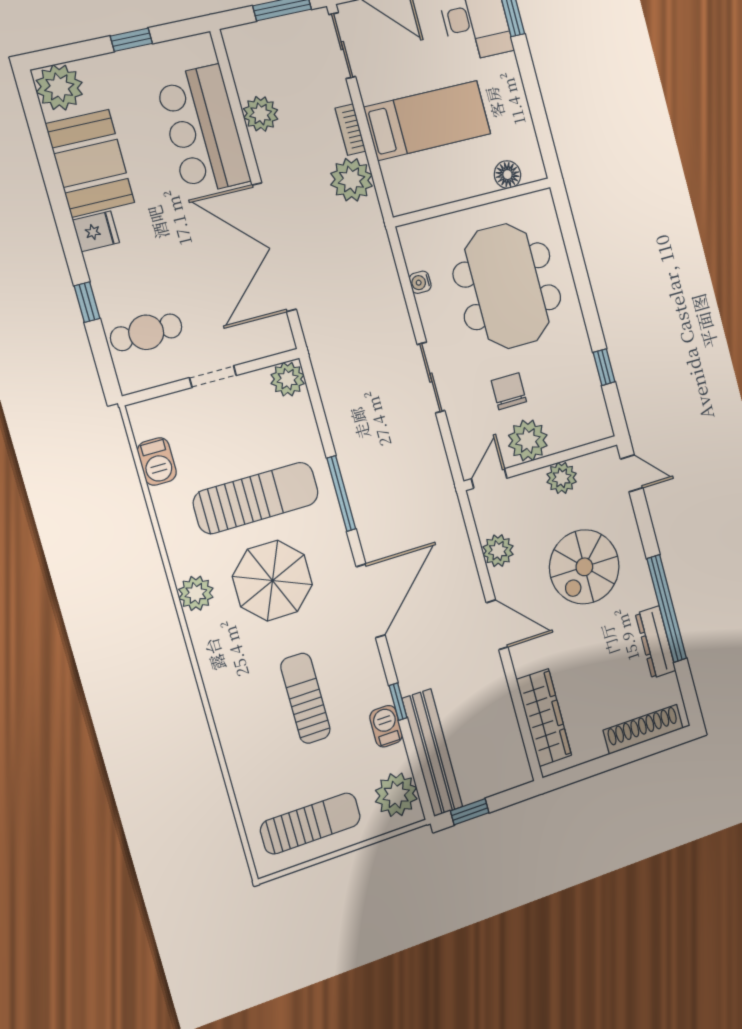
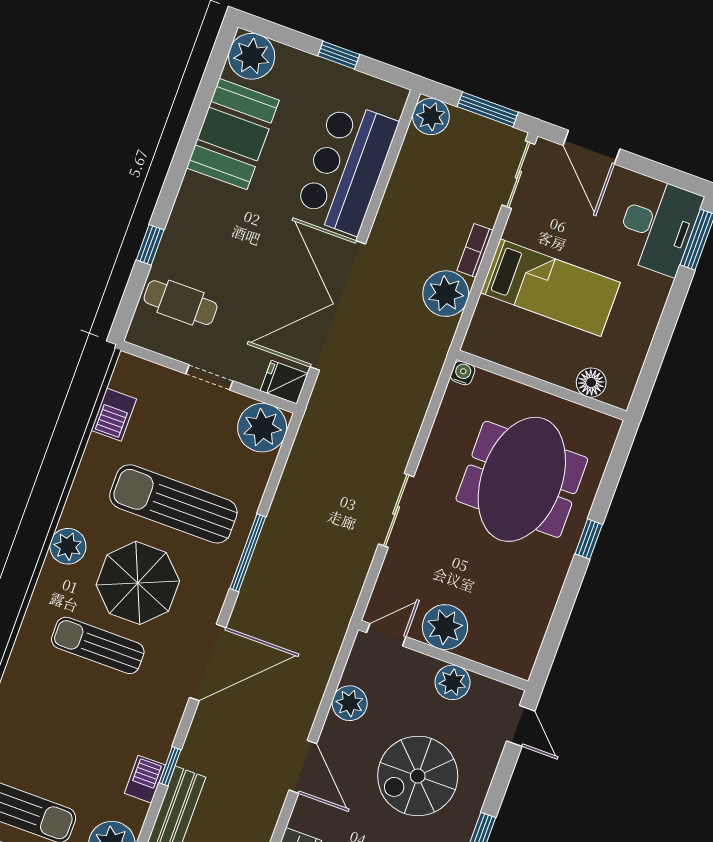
plant: (261, 114) -> (431, 116), moved
fridge: (96, 231) -> (284, 382), moved, turned 180
water cooler: (420, 282) -> (463, 373), moved, turned 90
window: (604, 367) -> (589, 539), moved
plant: (288, 379) -> (262, 428), width x1.36, depth x1.36
chair: (509, 391) -> (458, 572), removed
sun lounger: (256, 498) -> (173, 504), turned 180
sun lounger: (305, 698) -> (98, 645), moved, turned -90

